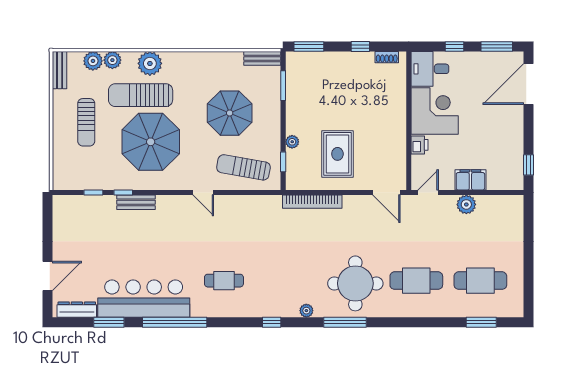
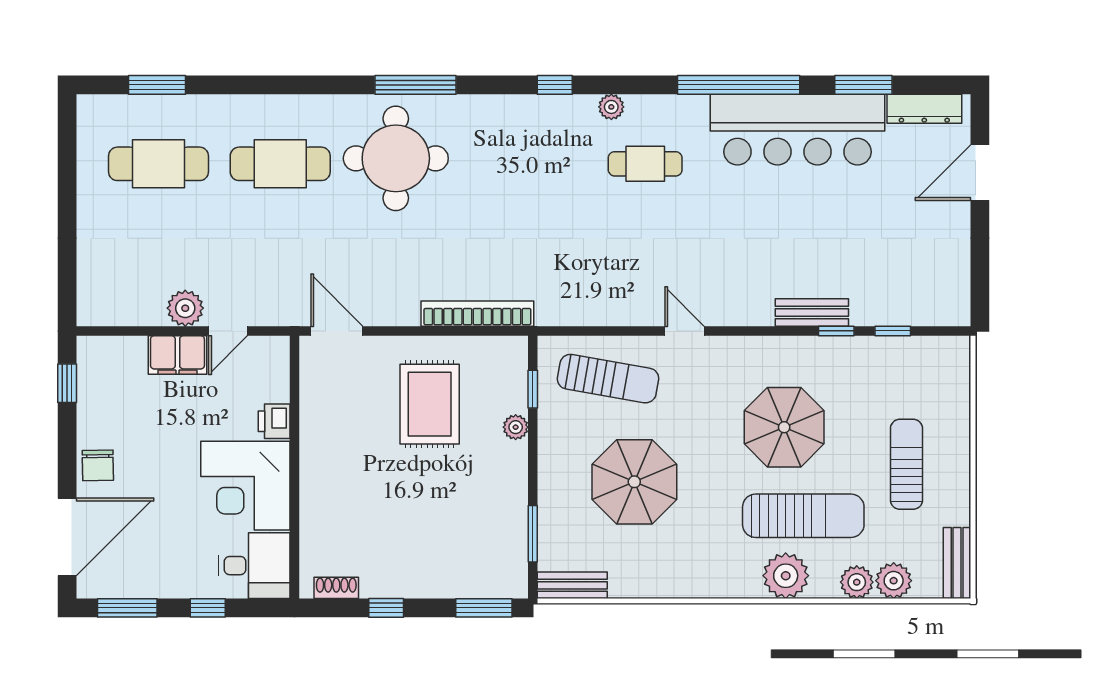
chair: (512, 122) -> (98, 465), added
parasol: (151, 142) -> (784, 427), width x0.73, depth x0.73
door: (428, 193) -> (228, 331), moved
plant: (306, 311) -> (611, 107), moved

